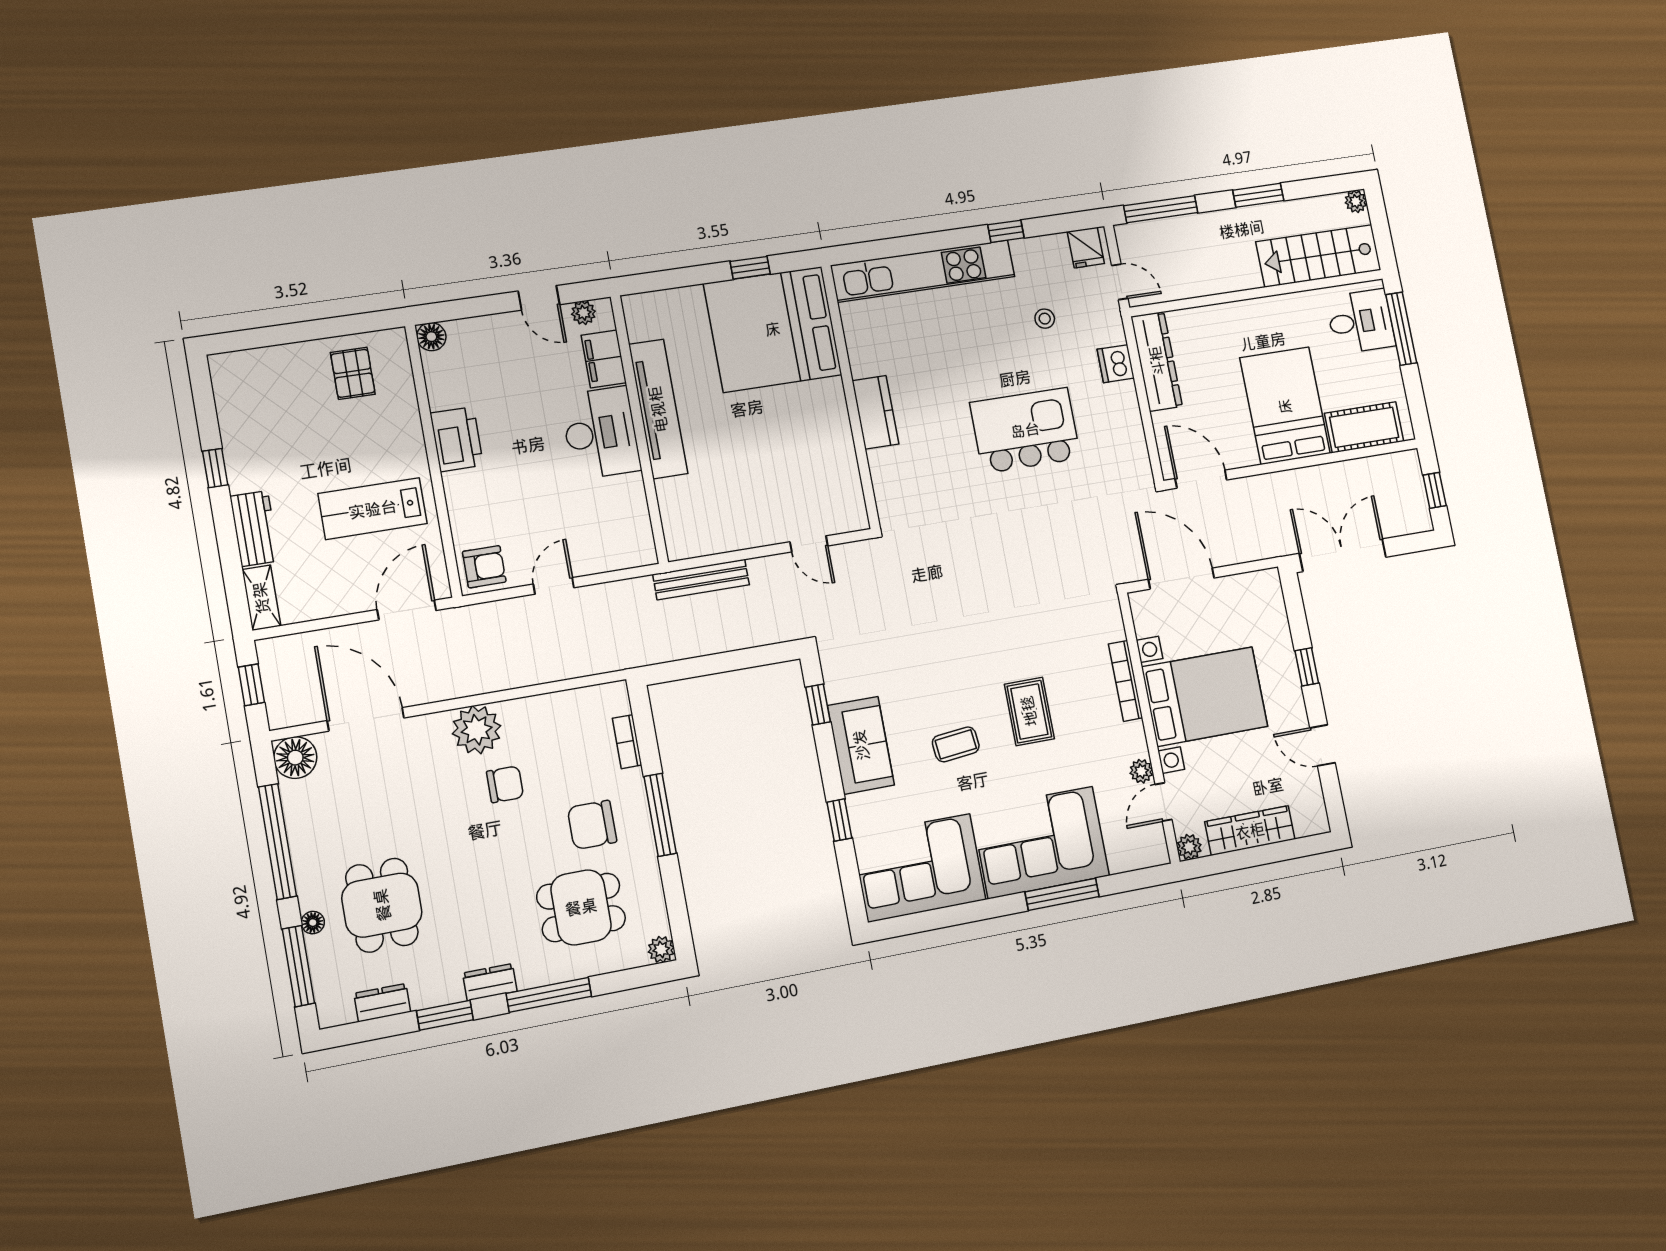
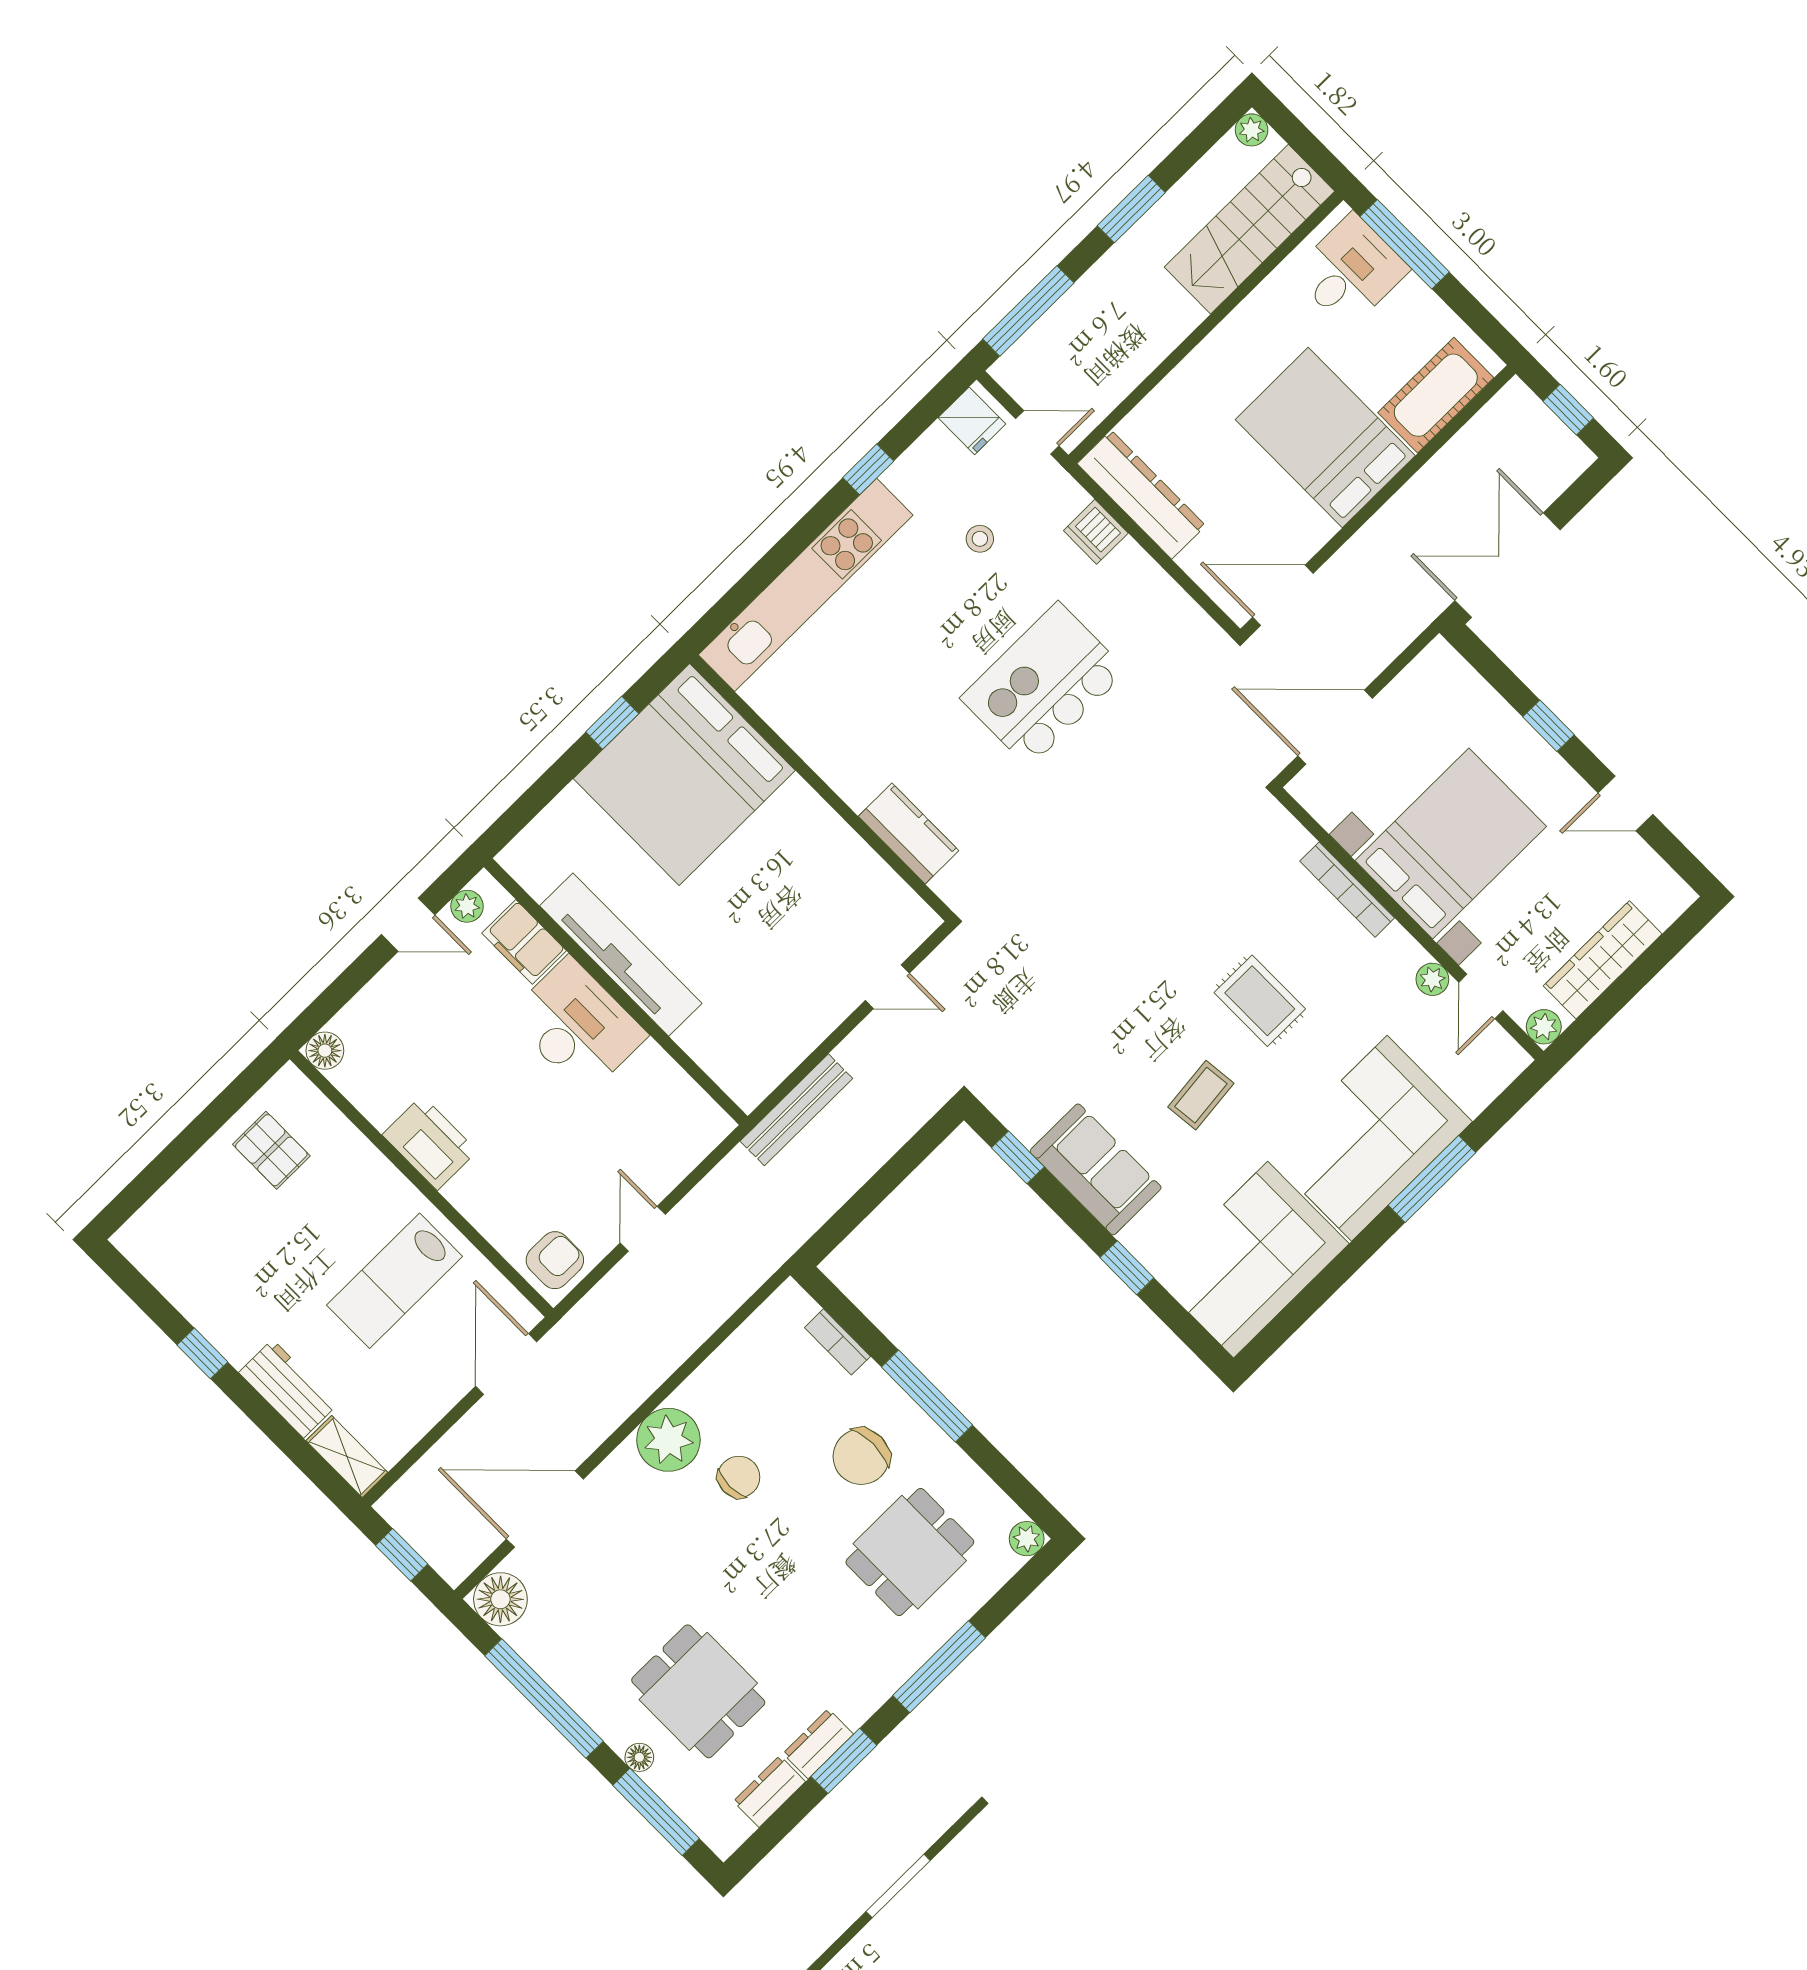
kitchen counter: (875, 412) -> (909, 833), moved
dresser: (490, 982) -> (818, 1744), moved

